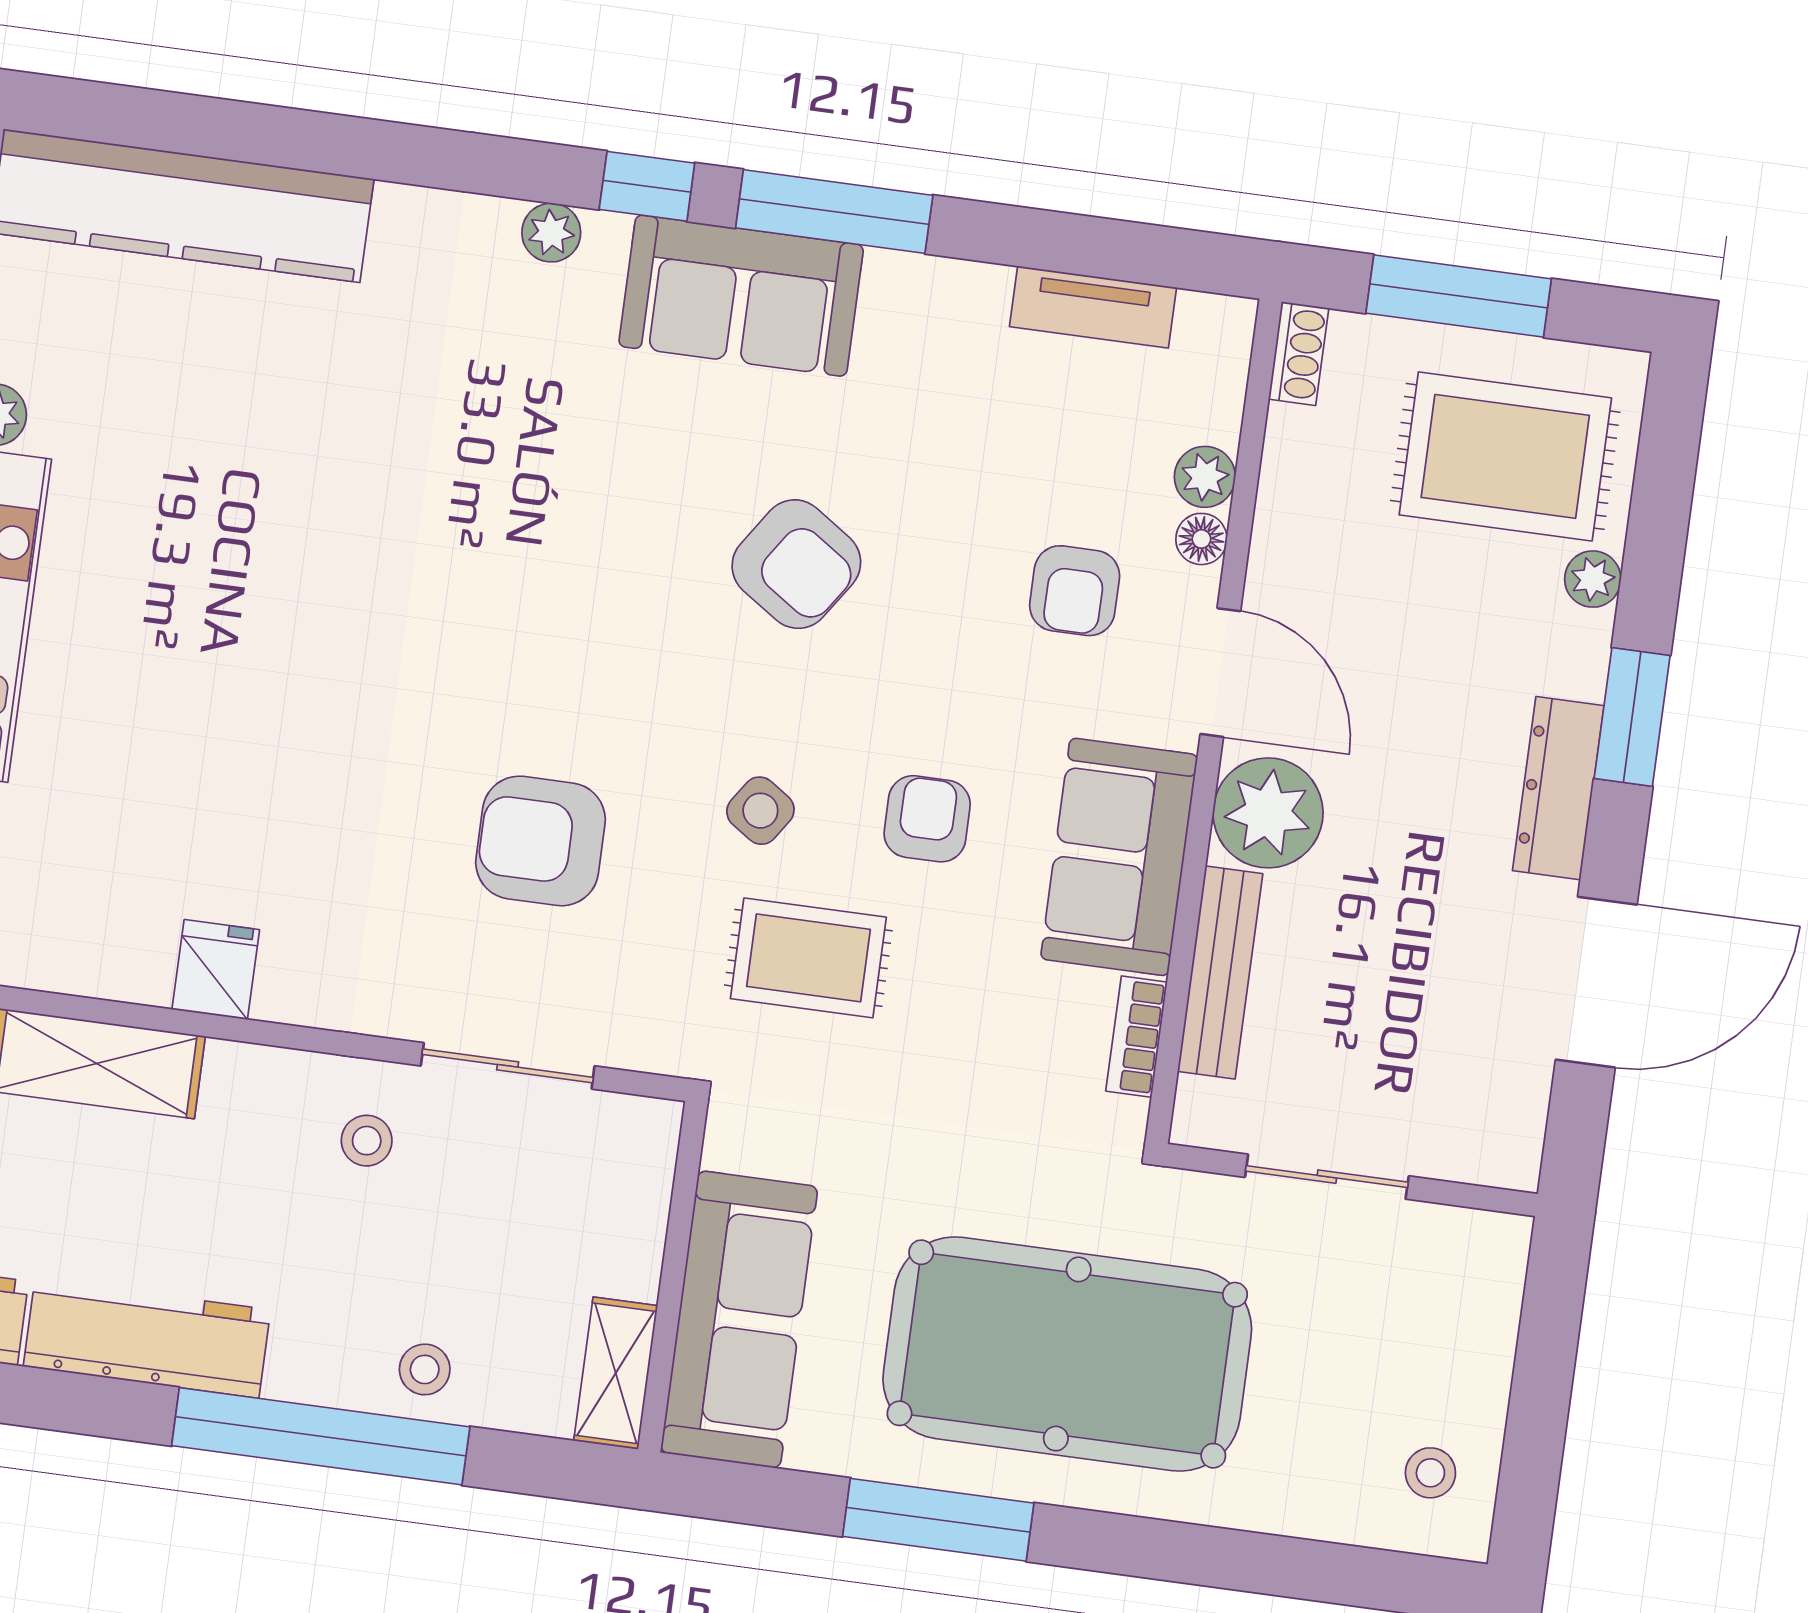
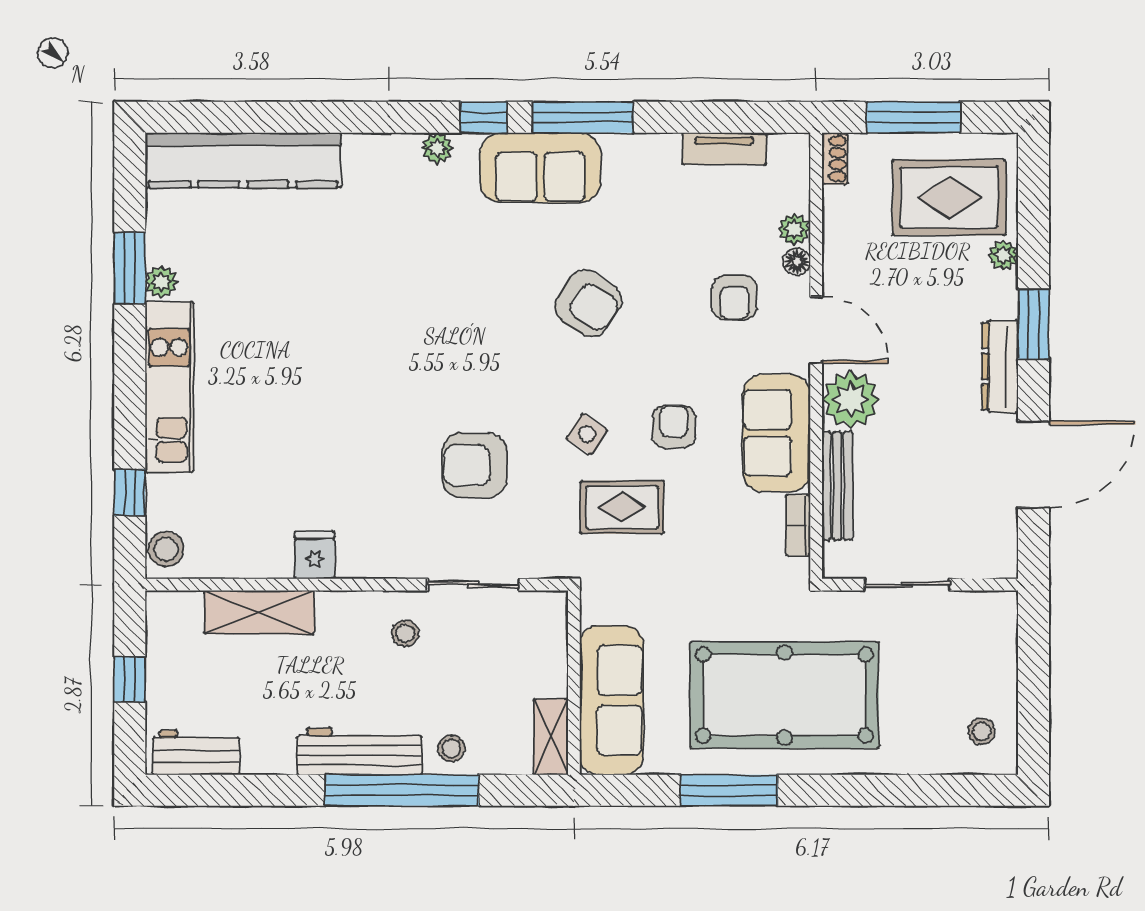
workbench: (147, 1338) -> (359, 751), moved

